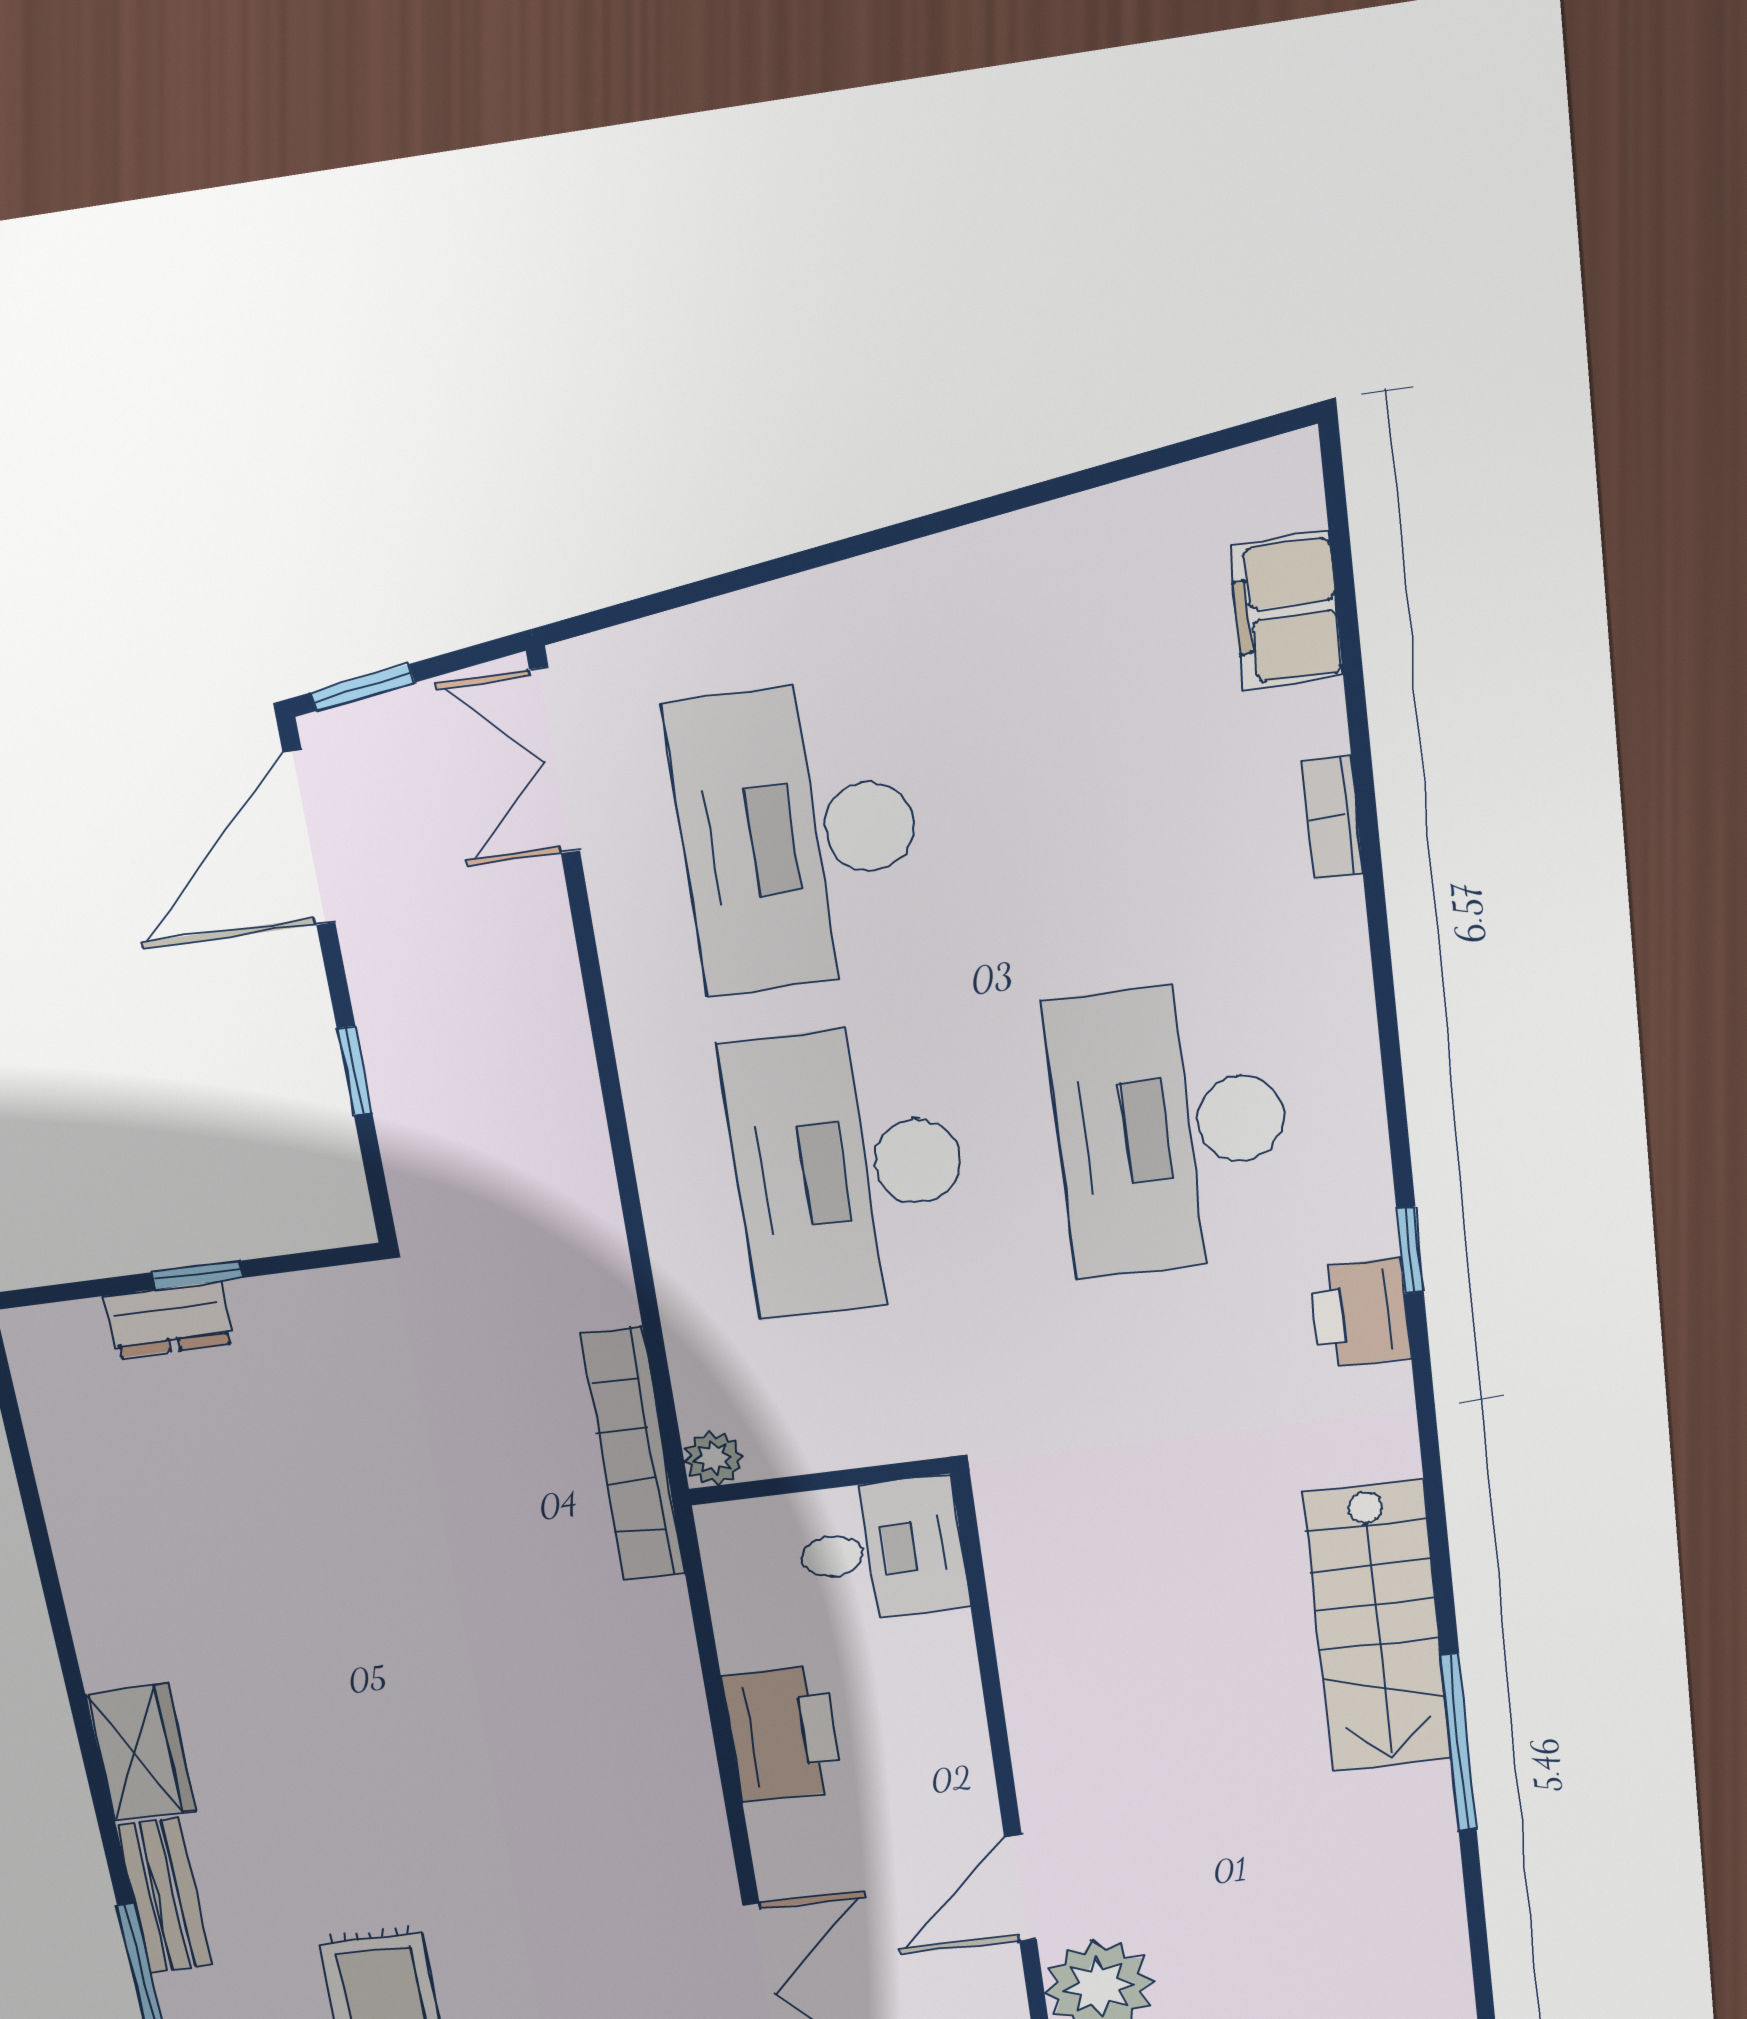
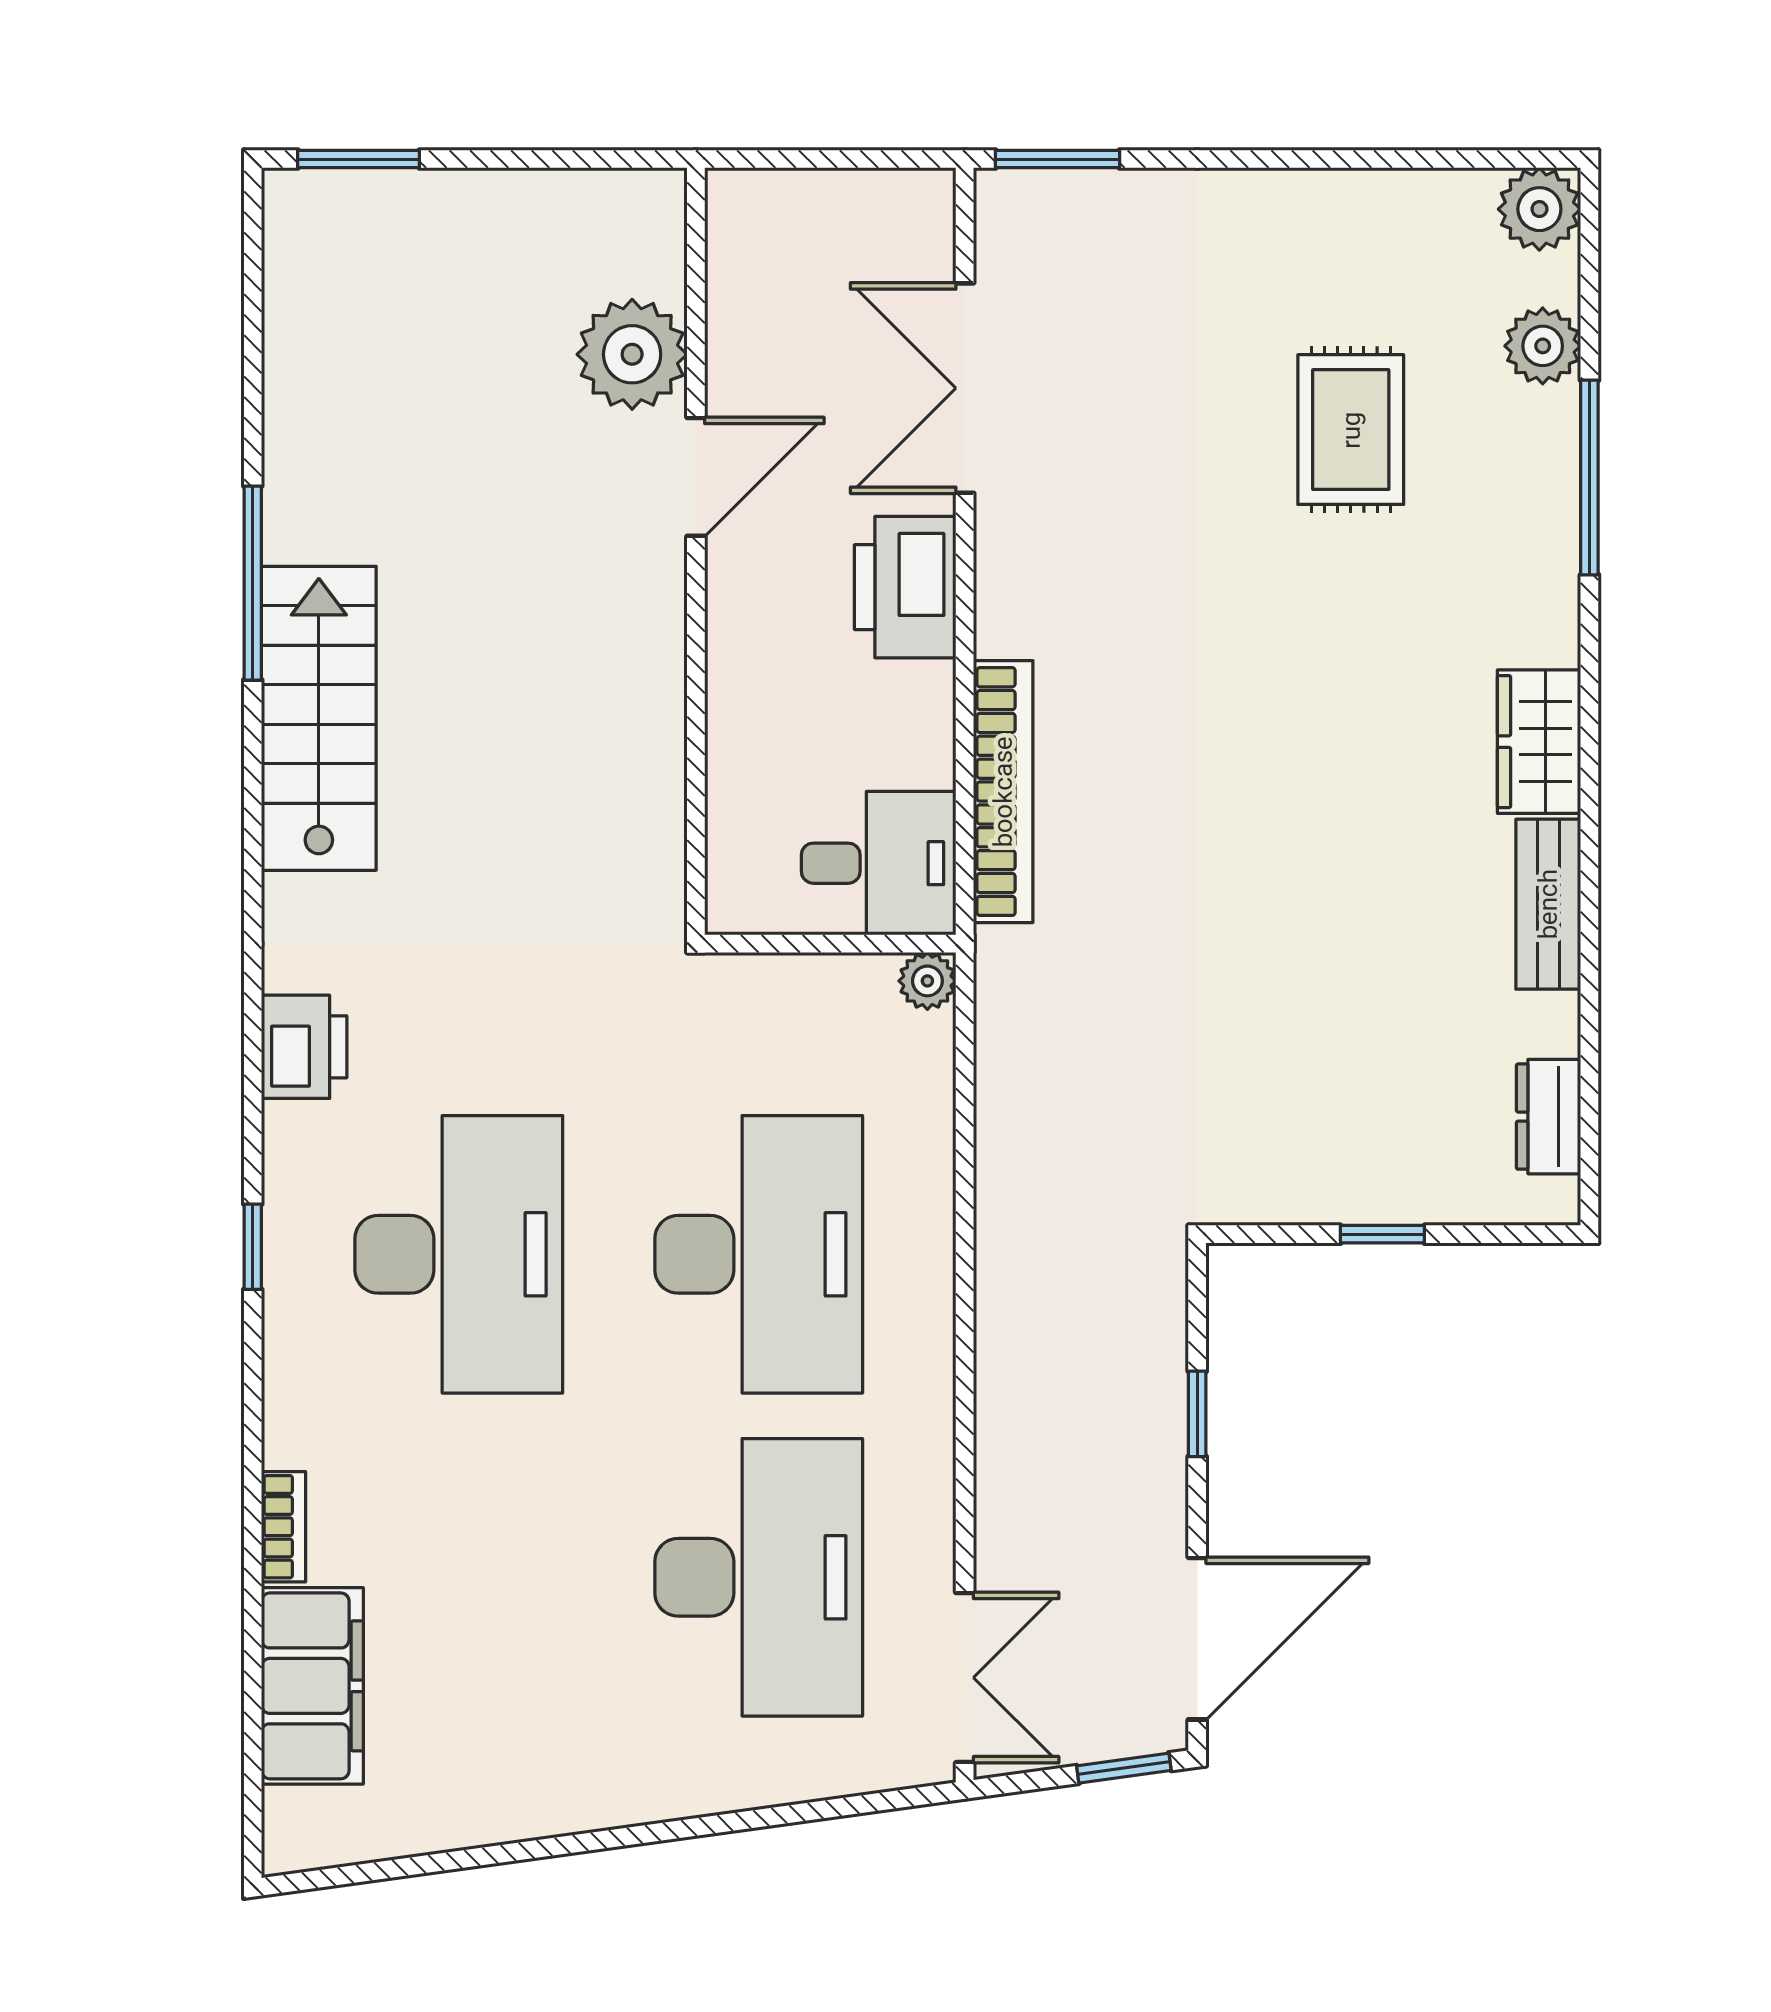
filing cabinet: (1286, 611) -> (312, 1686), width x1.50, depth x1.17
window: (1410, 1250) -> (253, 1247), moved
dresser: (169, 1319) -> (1549, 1117), moved, turned -90
bookcase: (633, 1455) -> (1003, 792), moved
desk: (881, 1550) -> (879, 863), moved, turned 180
printer: (783, 1733) -> (905, 587), moved
bench: (165, 1896) -> (1548, 904), moved

